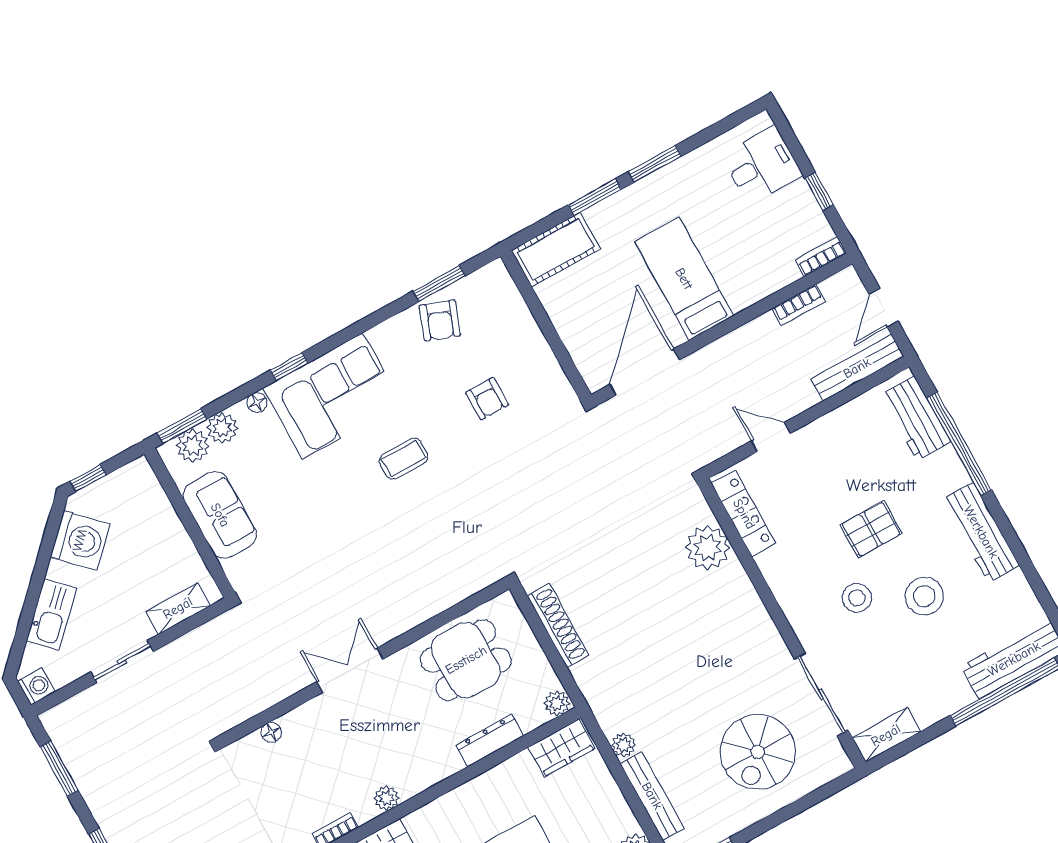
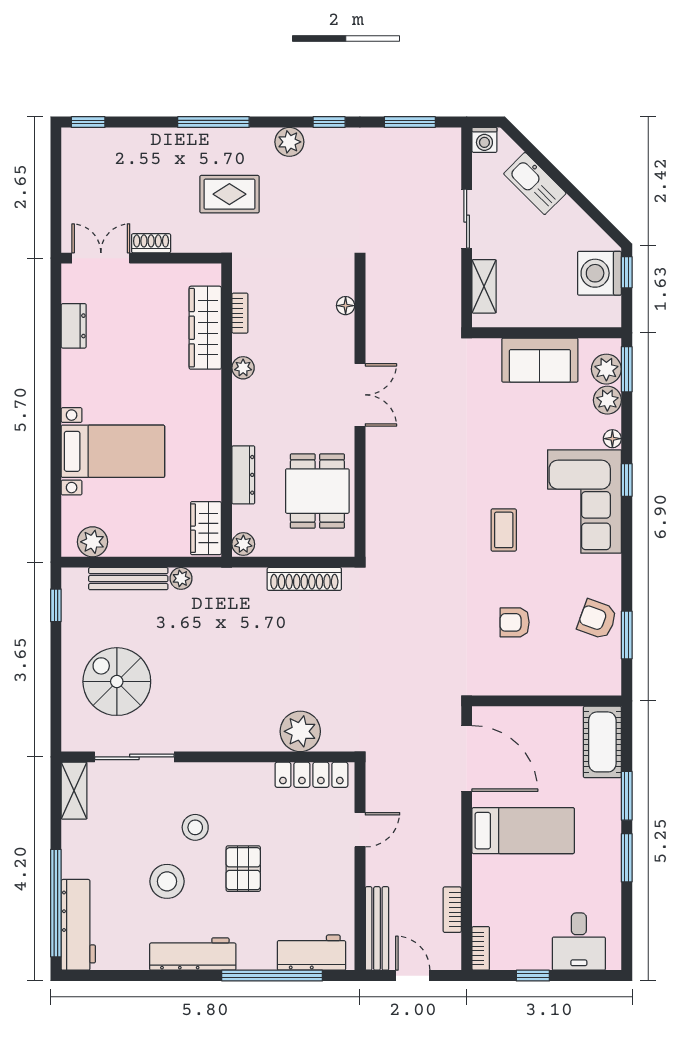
washing machine: (80, 540) -> (599, 273), moved, turned 45

